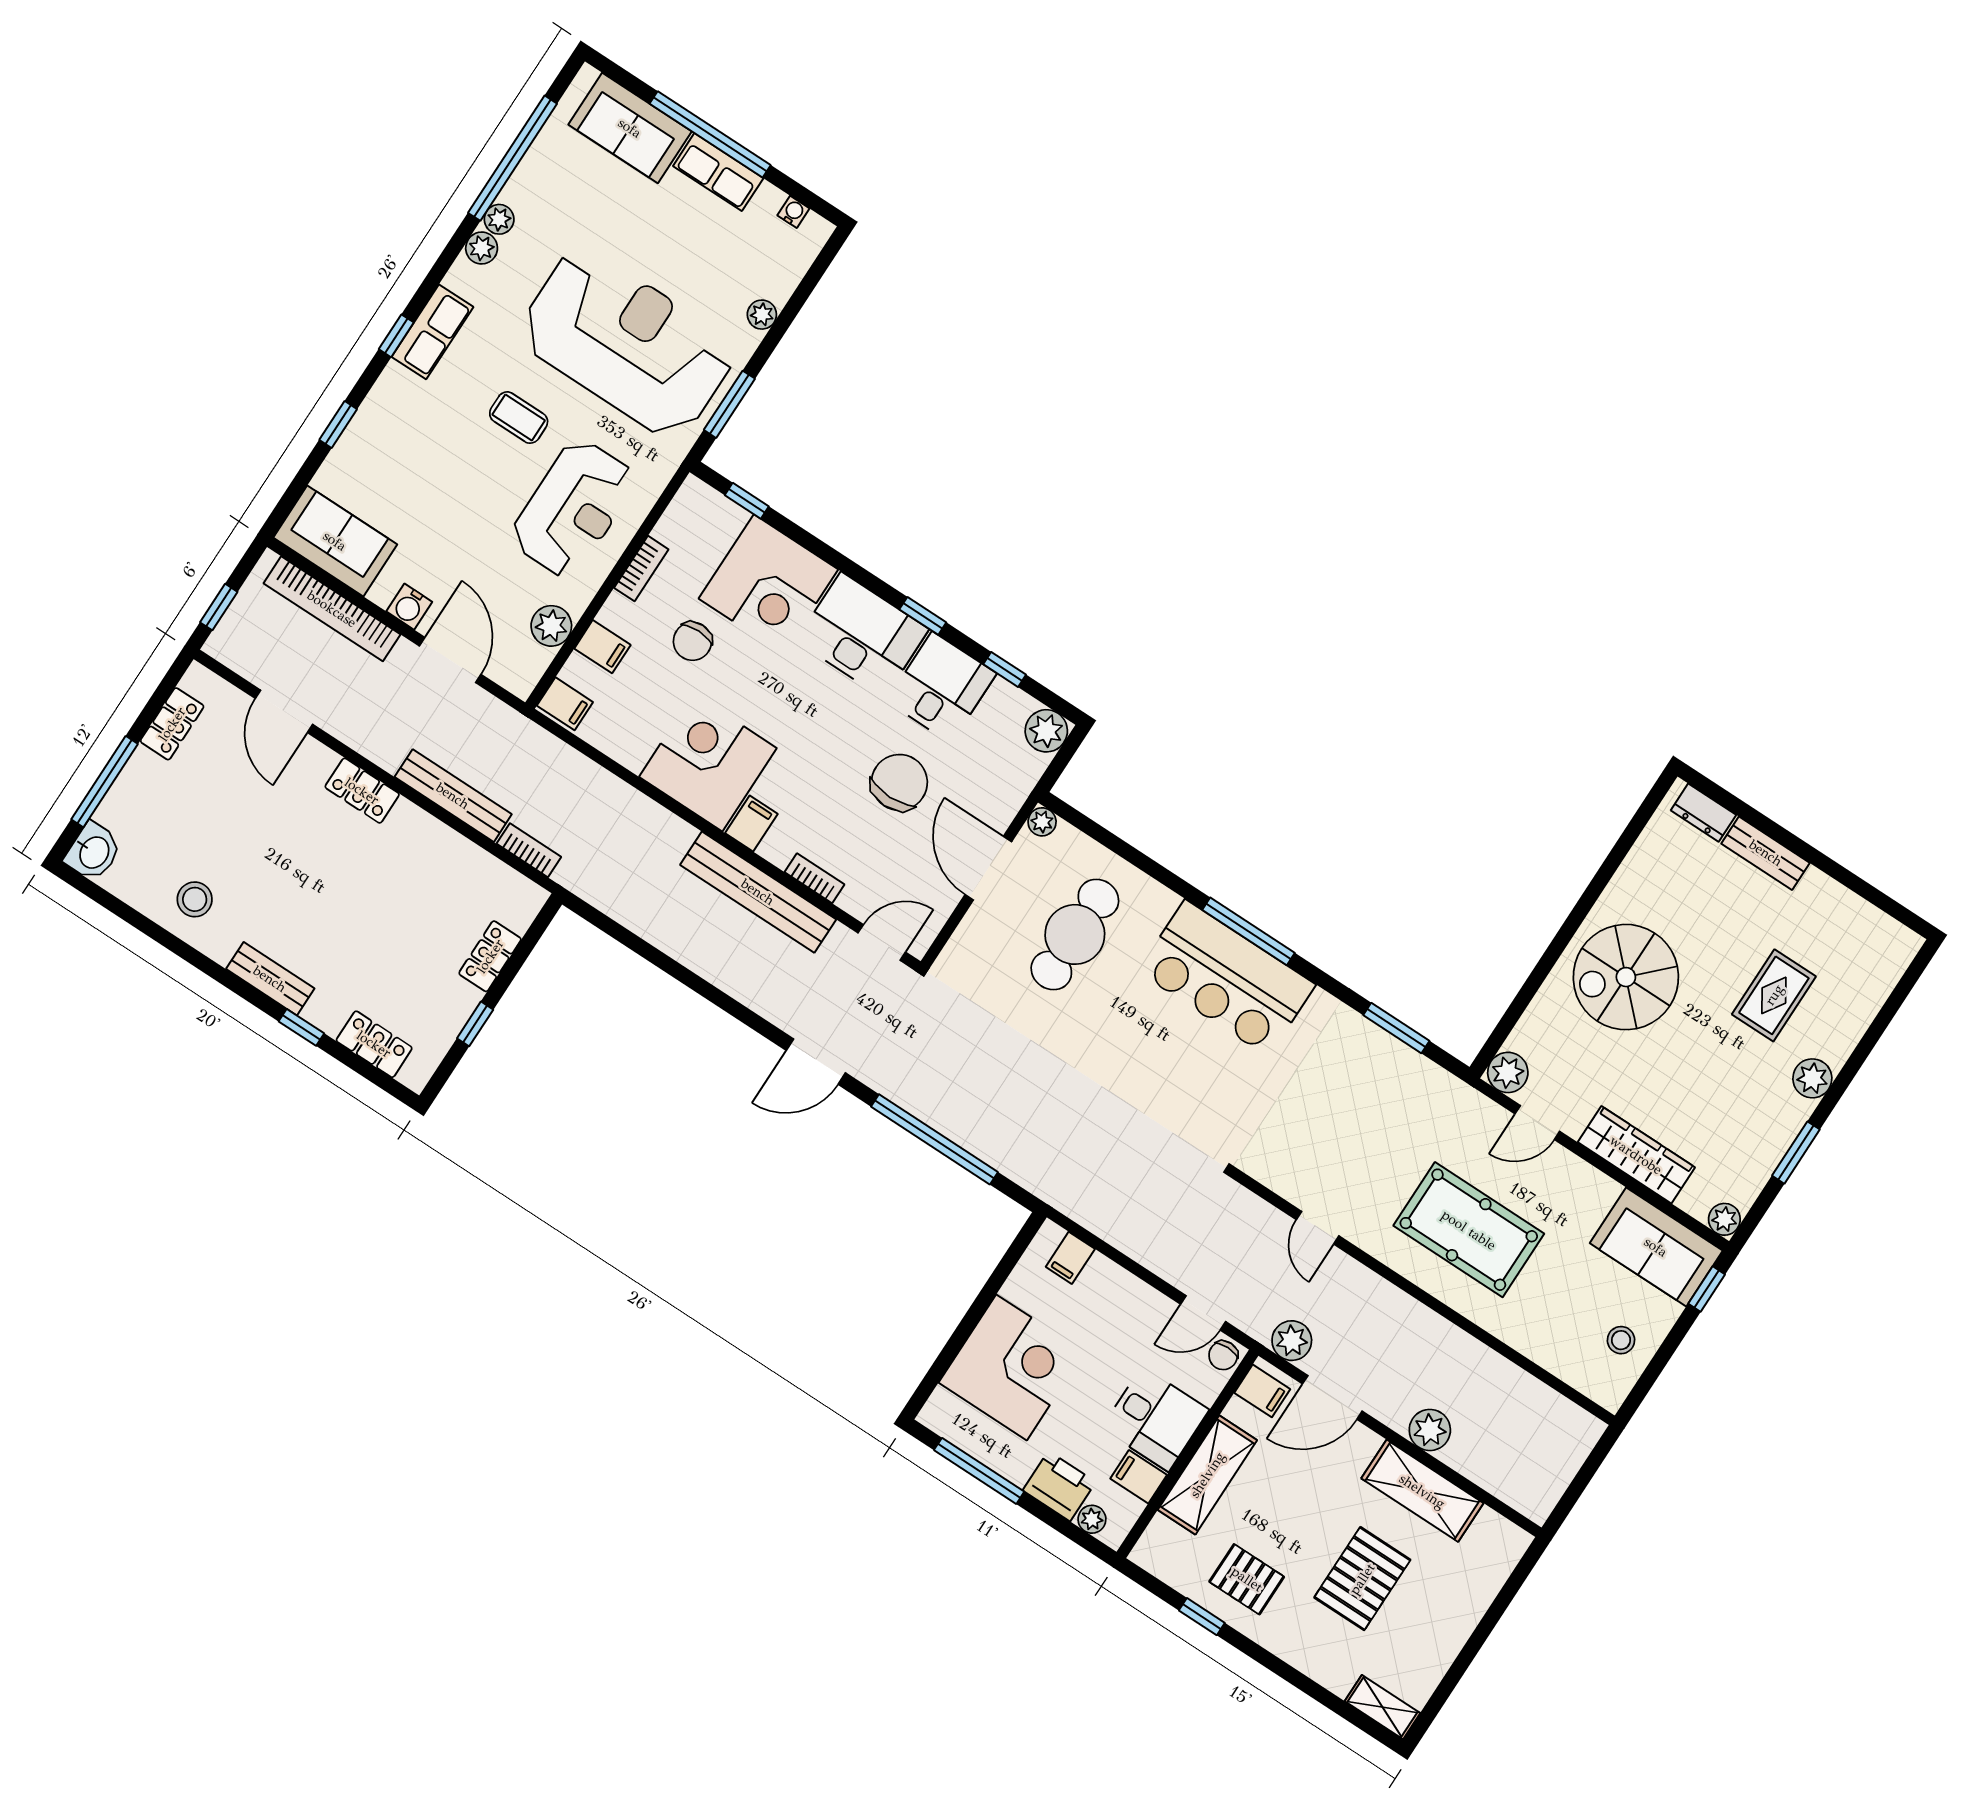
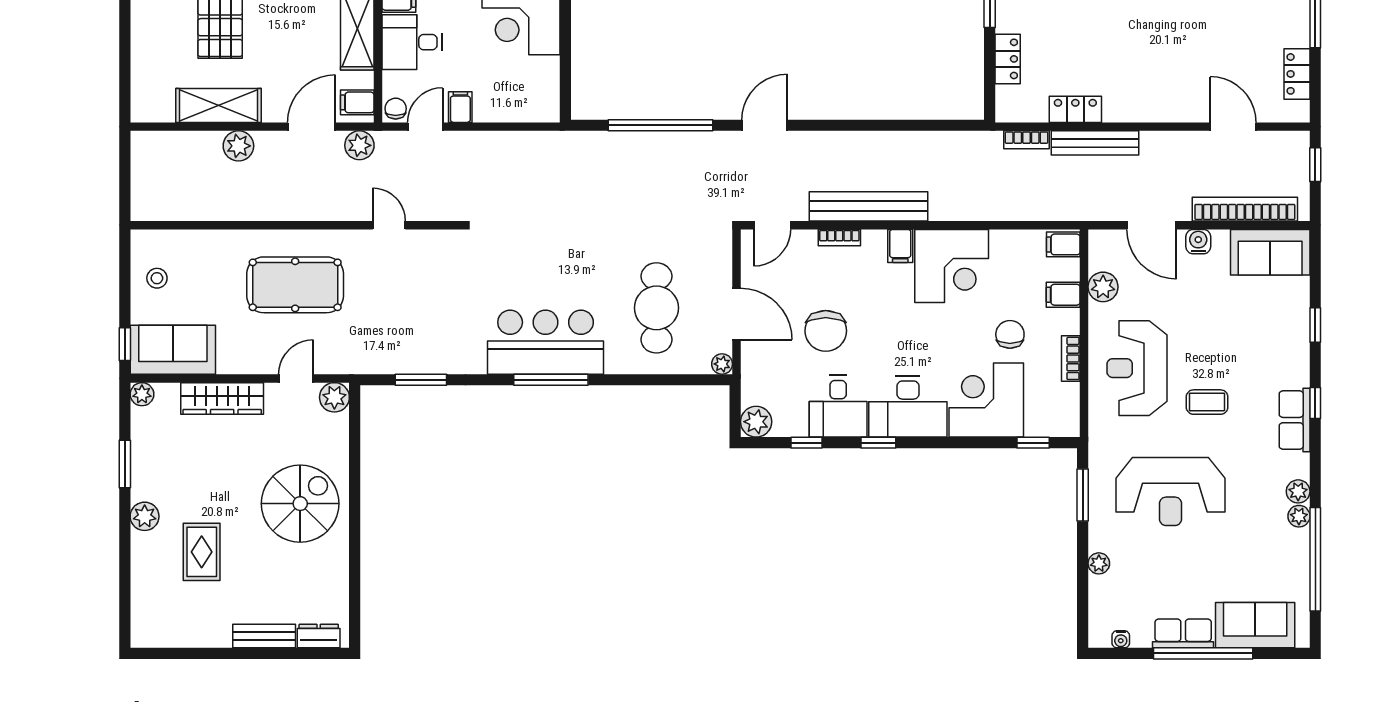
reception desk: (627, 343) -> (1170, 492), width x0.74, depth x0.77
locker: (362, 791) -> (1075, 109), moved
filing cabinet: (1070, 1258) -> (460, 107), moved

